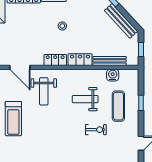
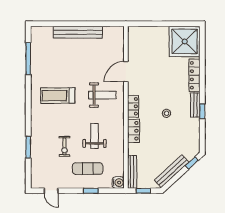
bench: (110, 61) -> (132, 172), moved
water cooler: (113, 75) -> (118, 183), moved
weight bench: (44, 91) -> (102, 95), turned 180
treadmill: (13, 119) -> (58, 96), moved

